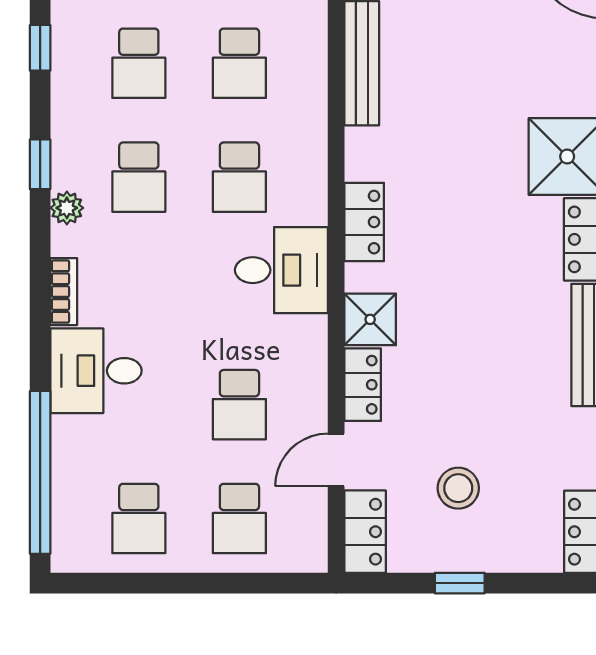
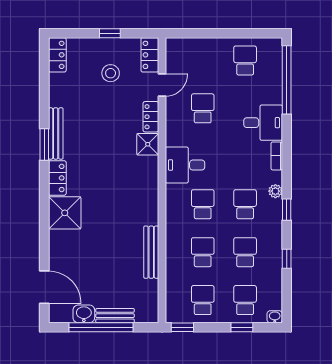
locker: (364, 222) -> (150, 185), removed
school desk: (239, 518) -> (203, 60), removed

